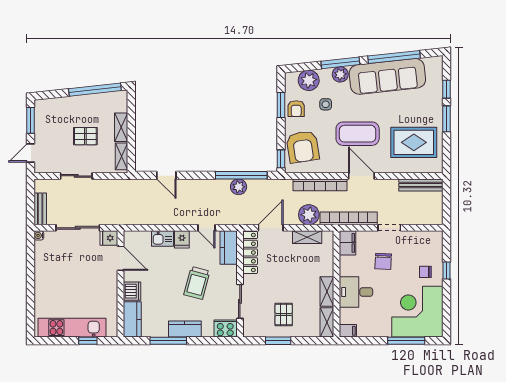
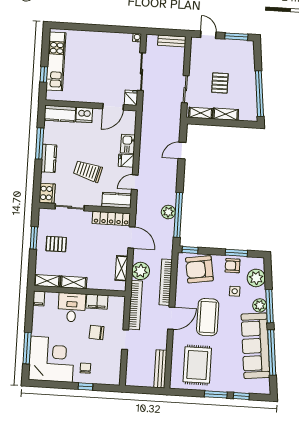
sliding door: (76, 176) -> (185, 89), moved
bench: (40, 209) -> (172, 41), moved
filing cabinet: (347, 243) -> (97, 302), moved

